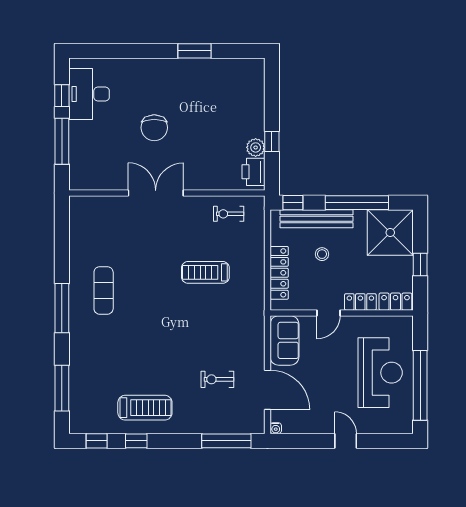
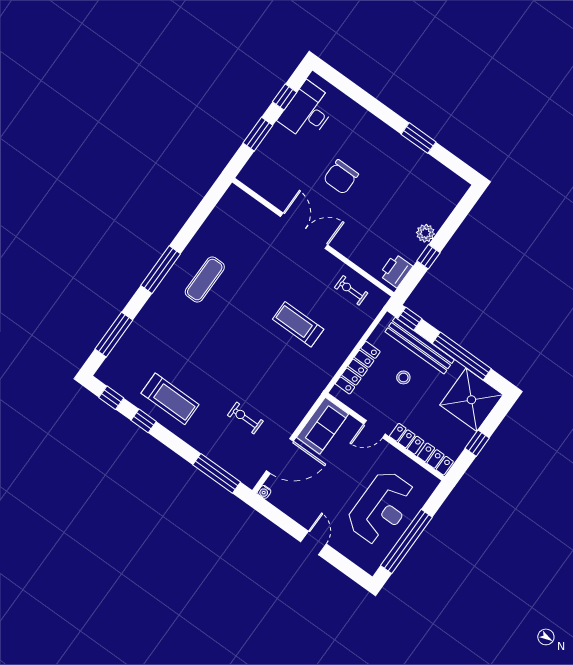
window: (62, 141) -> (258, 134), width x0.69
plant: (256, 147) -> (425, 233), moved
door: (267, 390) -> (280, 456), hinge flipped

